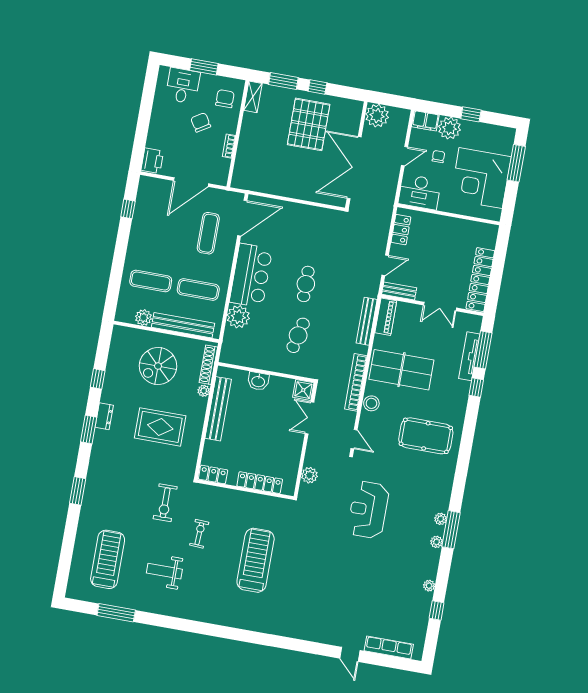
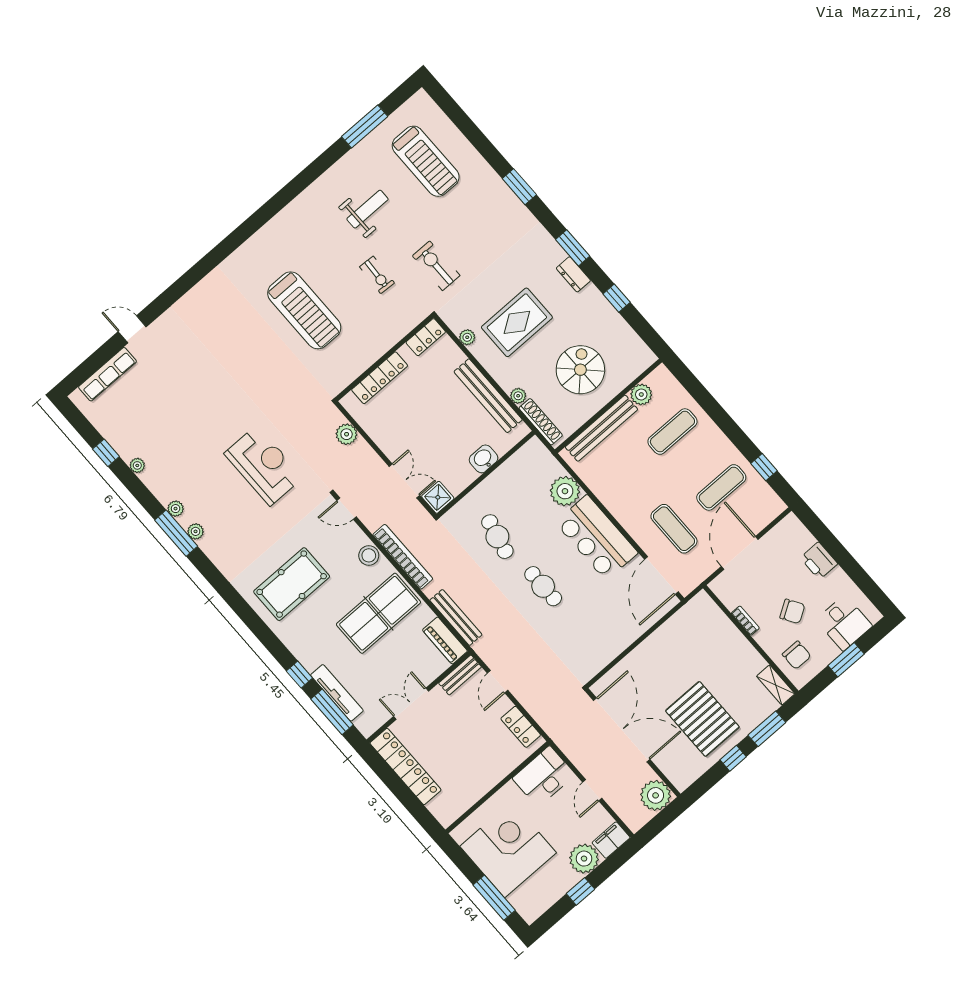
chair: (438, 157) -> (564, 824), removed
printer: (152, 161) -> (819, 561), moved
exercise mat: (198, 289) -> (721, 487), moved
plant: (193, 450) -> (467, 337), added

